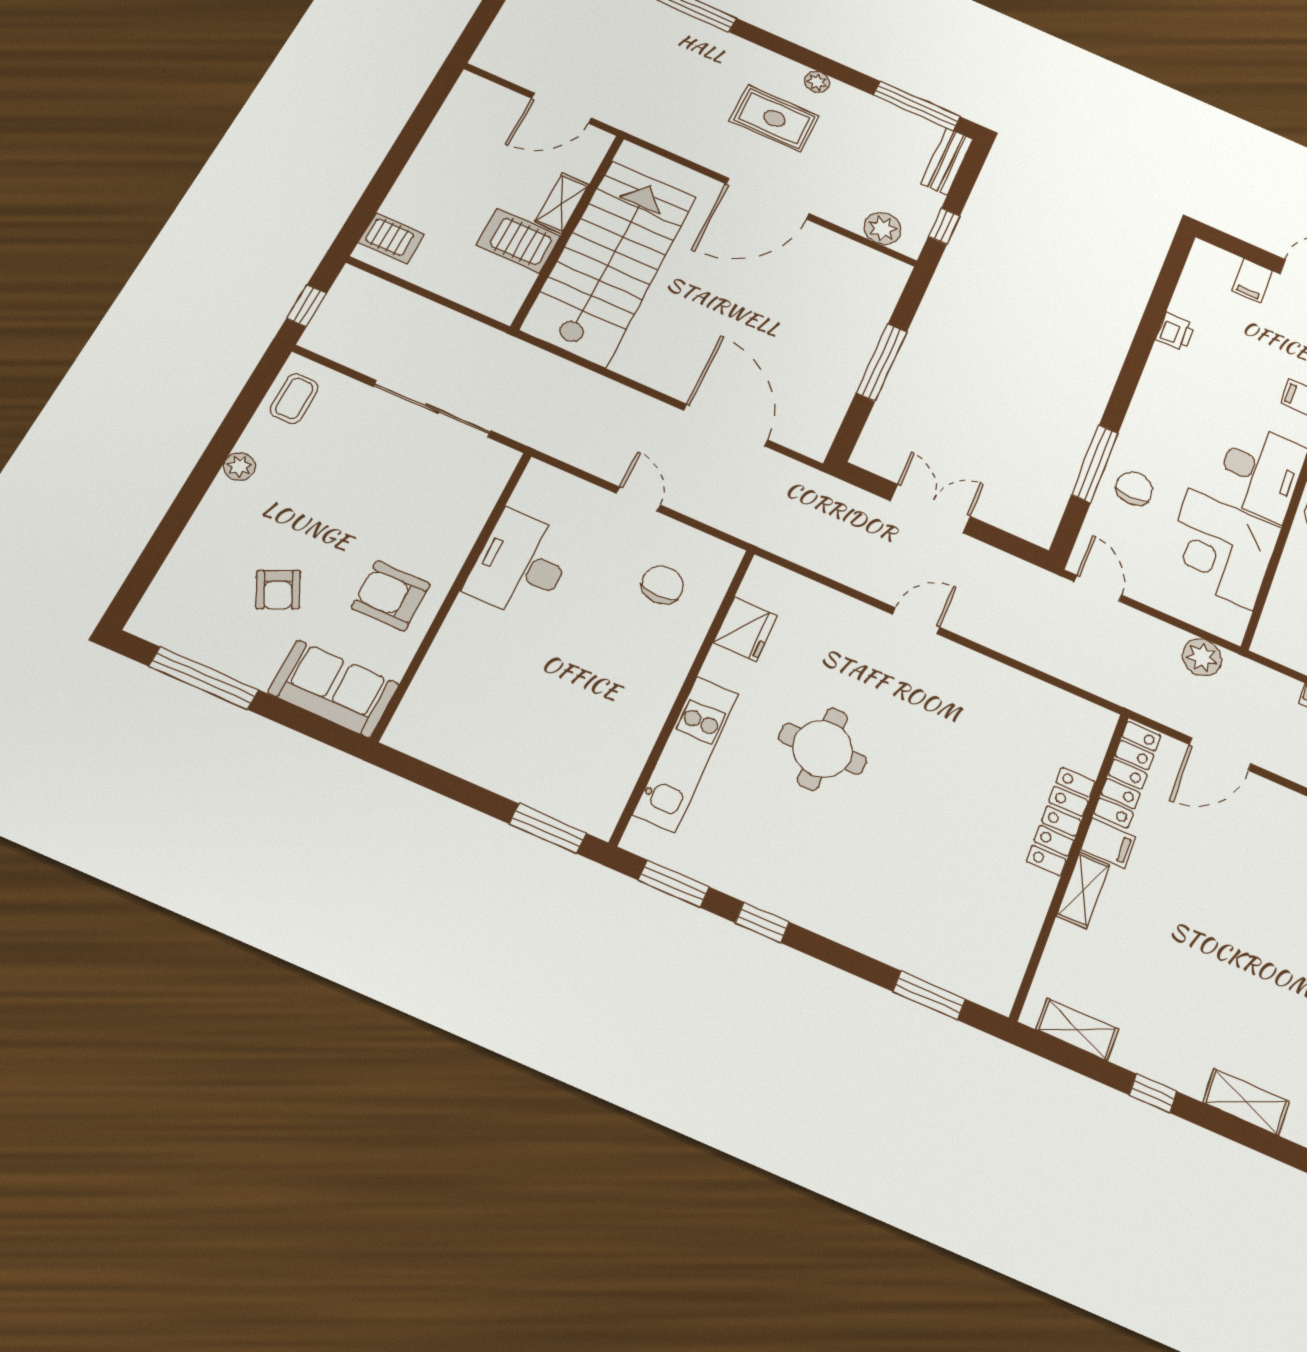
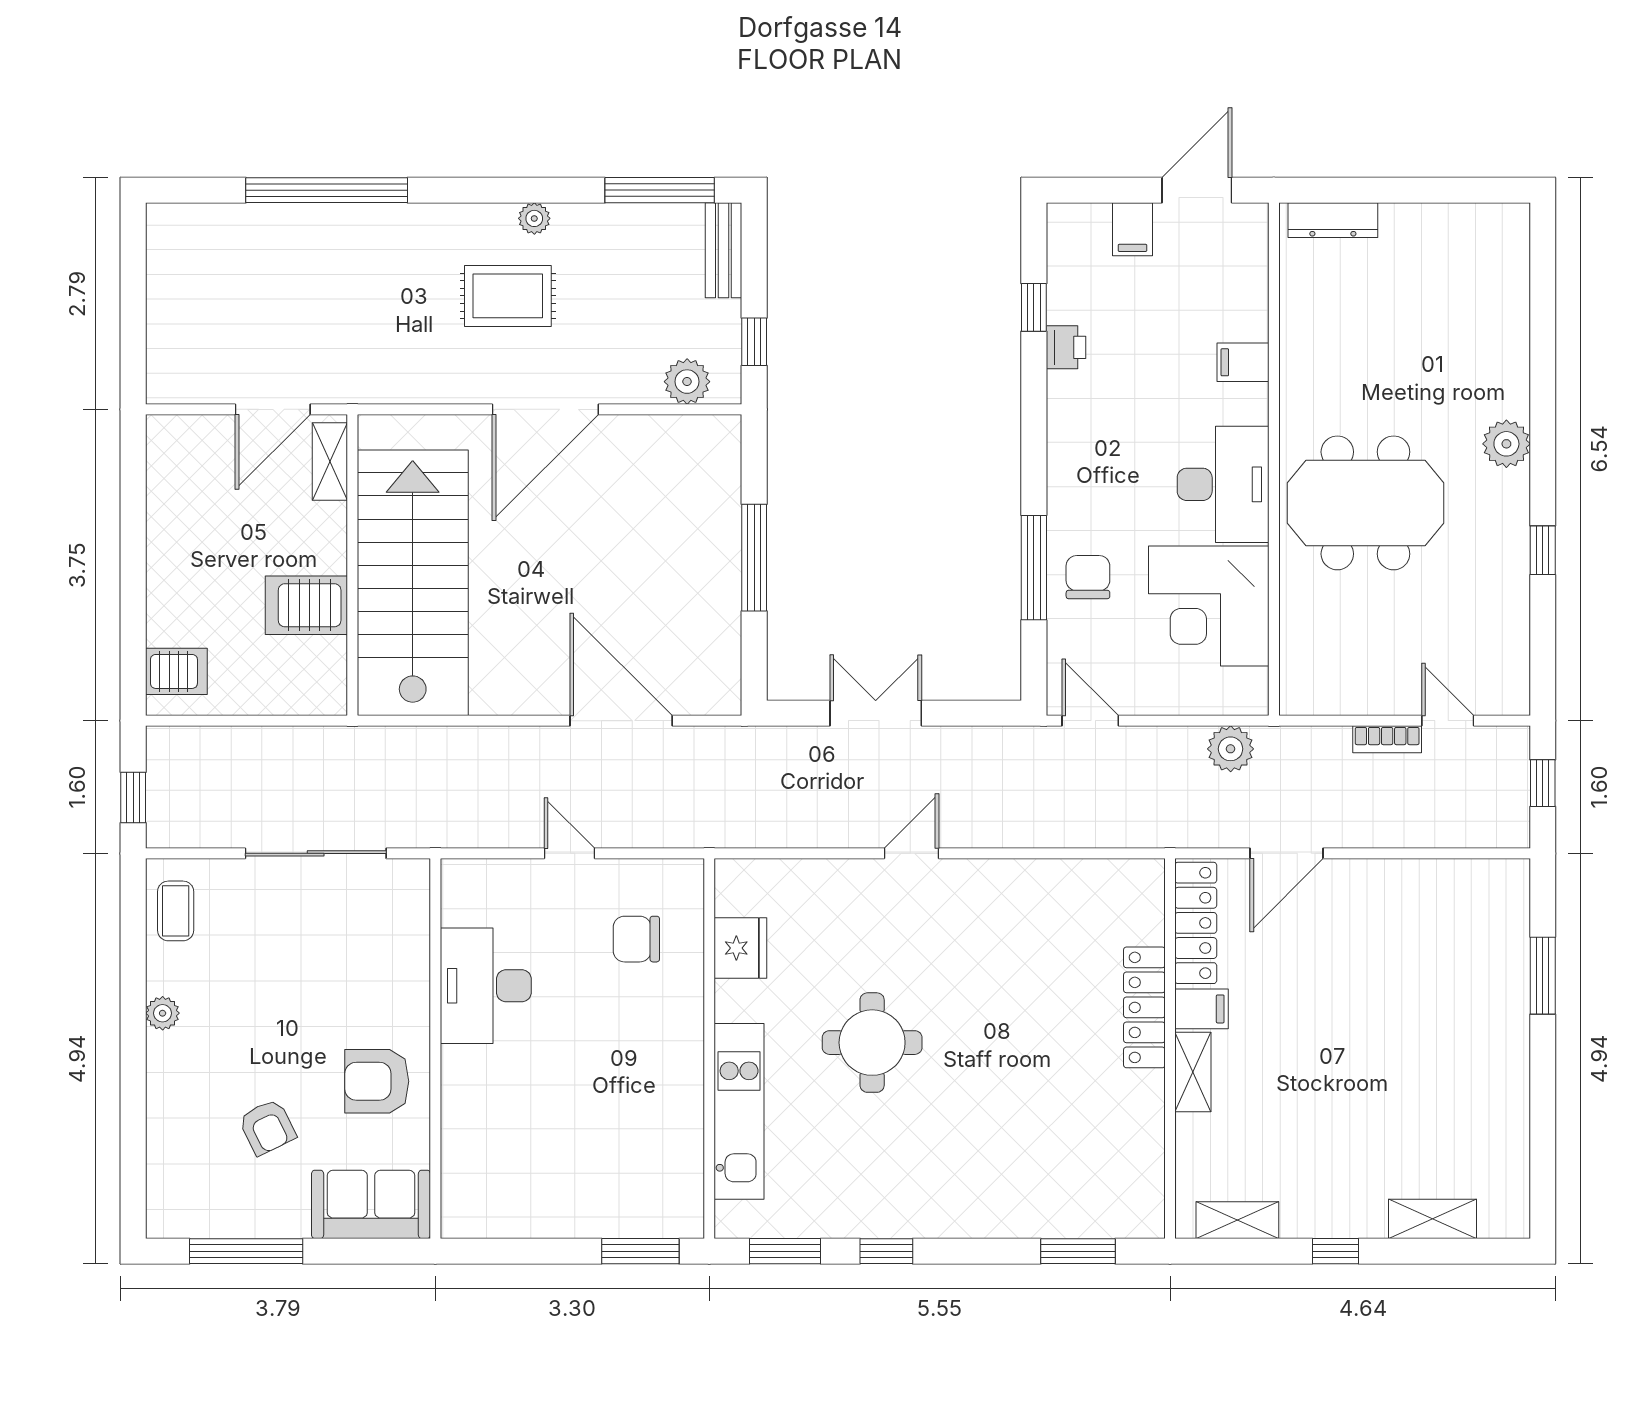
shelving: (562, 203) -> (330, 462), moved
window: (1161, 297) -> (1034, 307), added
chair: (662, 585) -> (636, 939), turned -90

